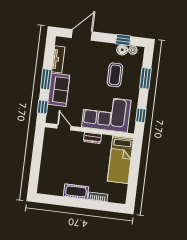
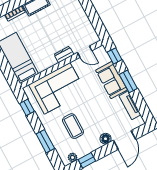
floor lamp: (122, 50) -> (106, 139), moved
dresser: (92, 138) -> (64, 55), moved

